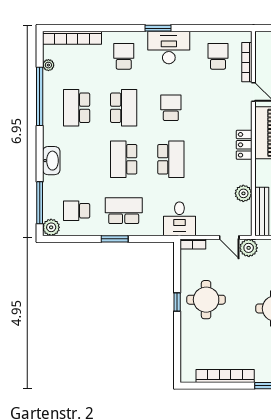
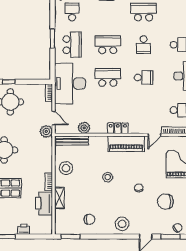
school desk: (124, 108) -> (144, 45), width x0.54
school desk: (171, 159) -> (108, 77), turned 180
desk: (179, 219) -> (70, 83), width x1.87, depth x1.30
door: (229, 237) -> (54, 118), swing flipped

